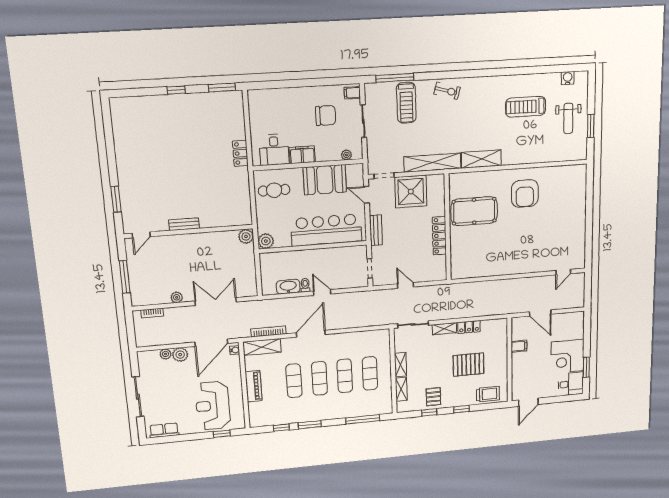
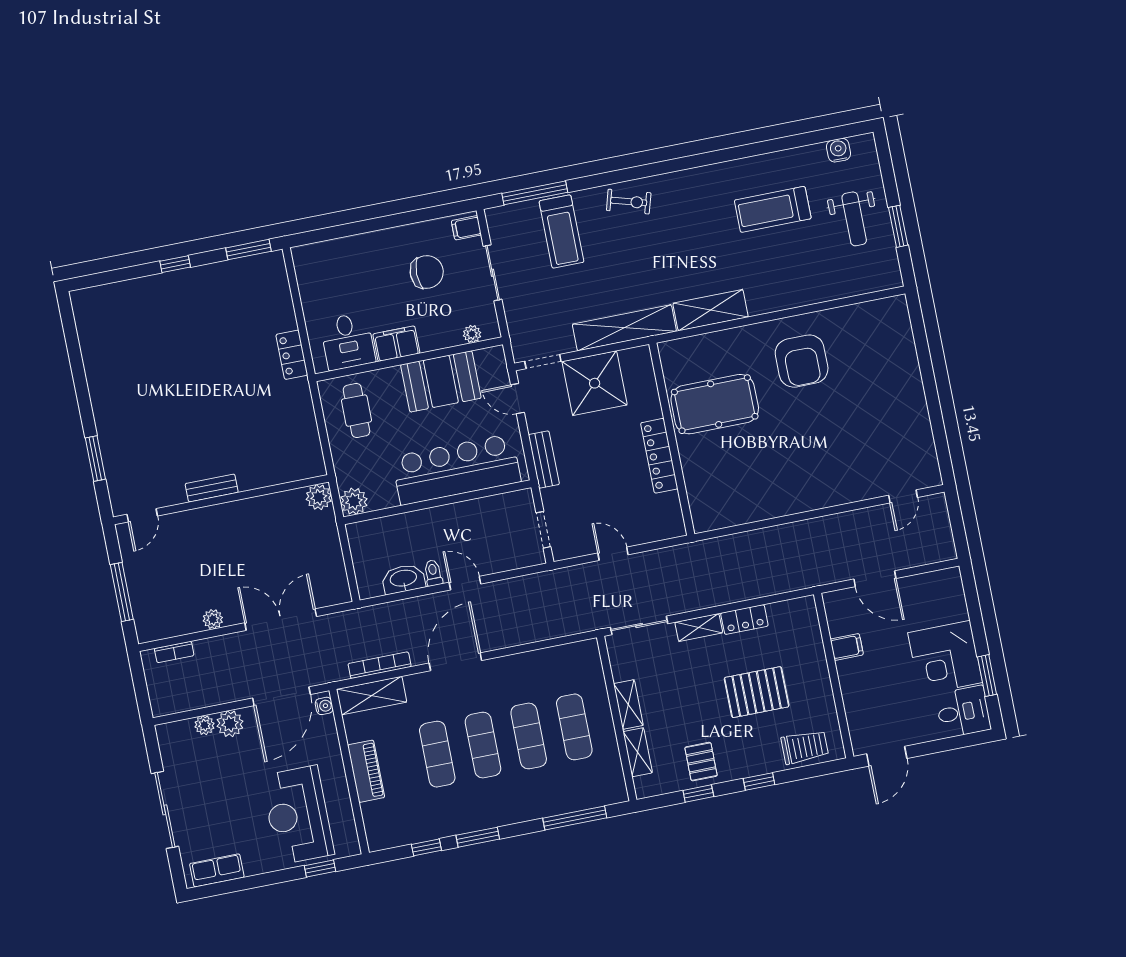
cafe table: (274, 190) -> (357, 411), turned 90

